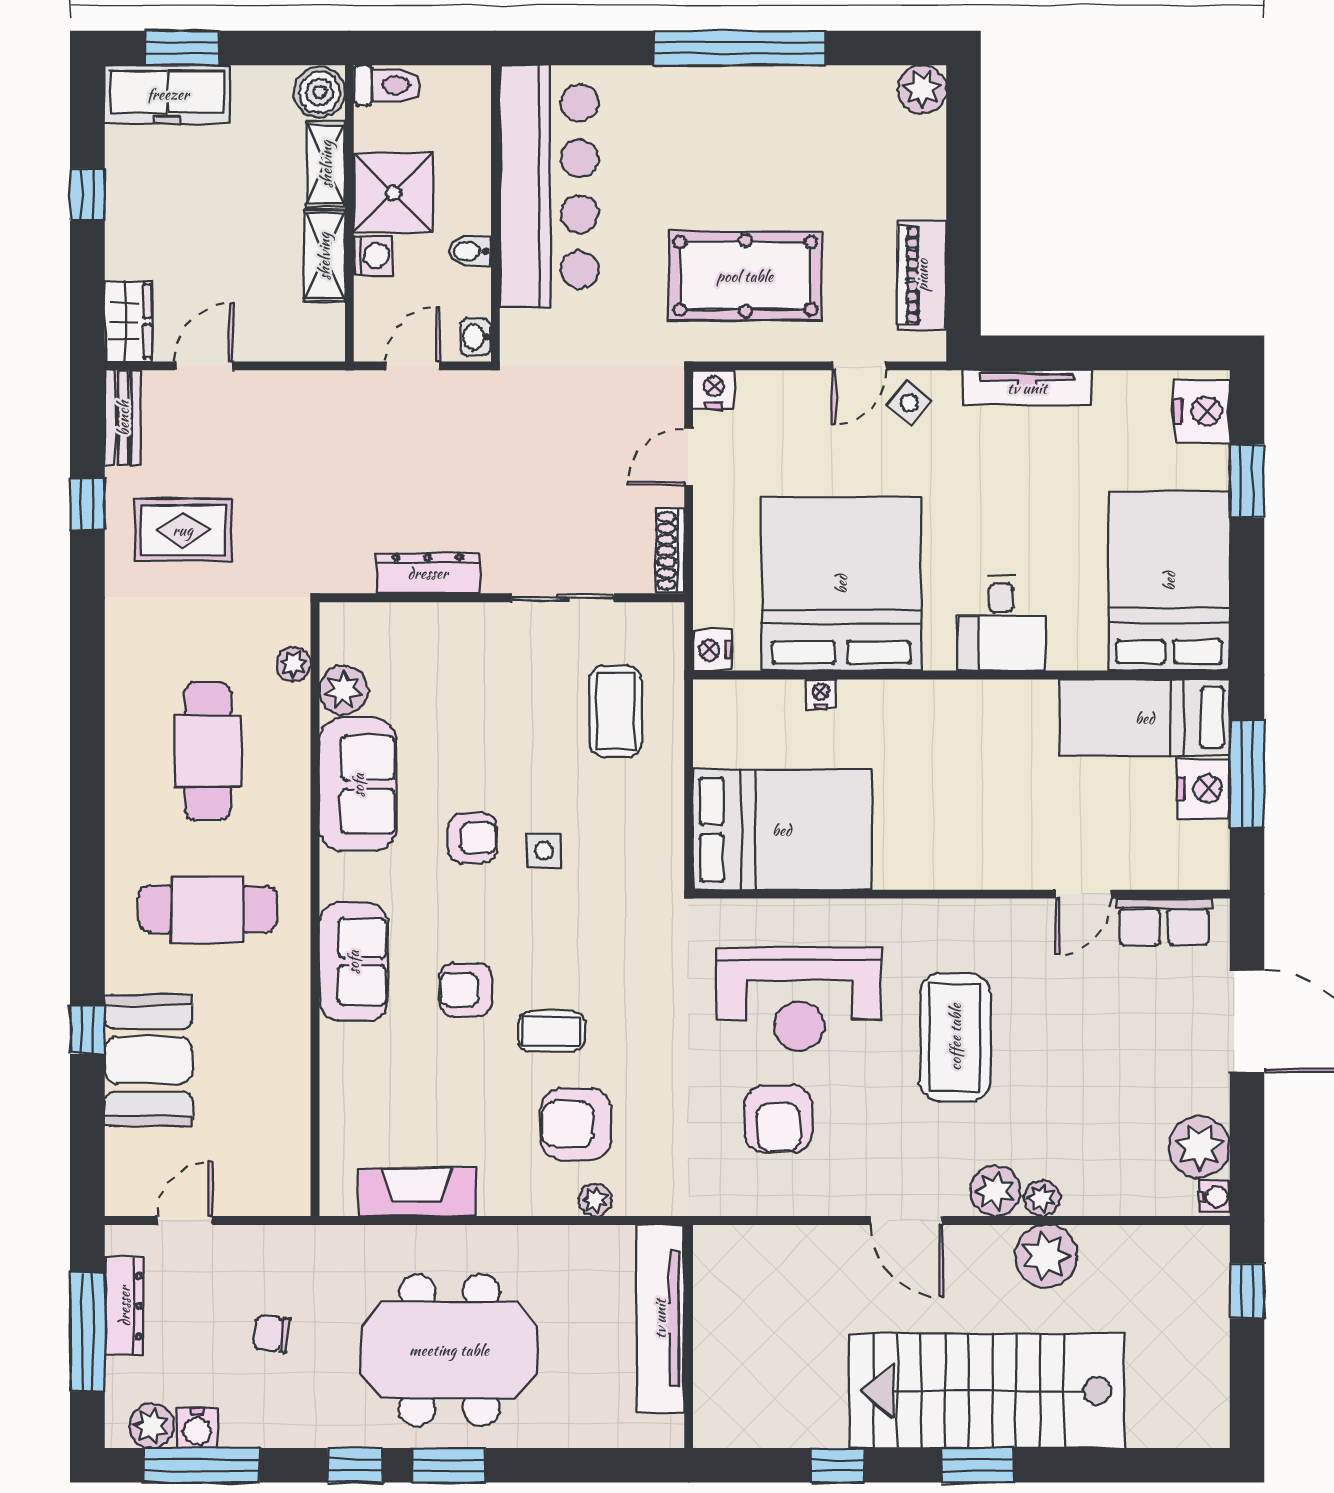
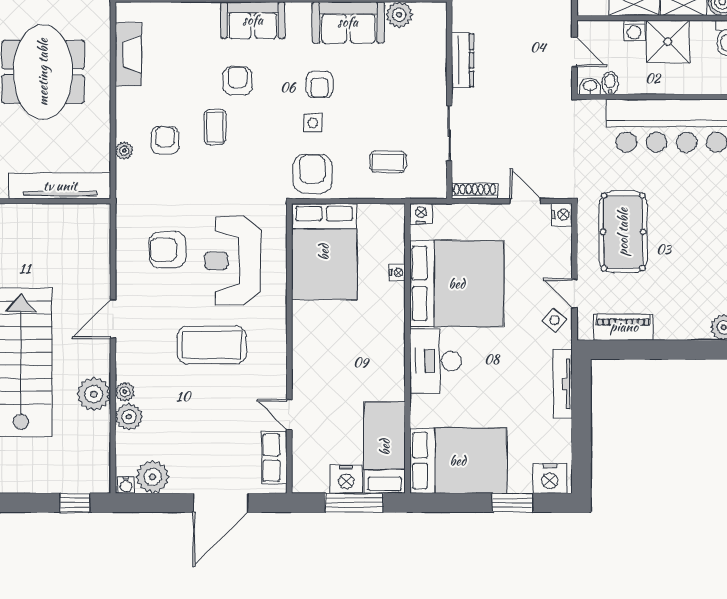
bidet: (470, 251) -> (610, 83), moved
desk: (1001, 623) -> (435, 361), width x1.37
coffee table: (616, 711) -> (388, 162), width x0.73, depth x0.77
armchair: (638, 851) -> (312, 174), added
armchair: (576, 1124) -> (165, 140), width x0.72, depth x0.72
plant: (995, 1191) -> (129, 417), moved

